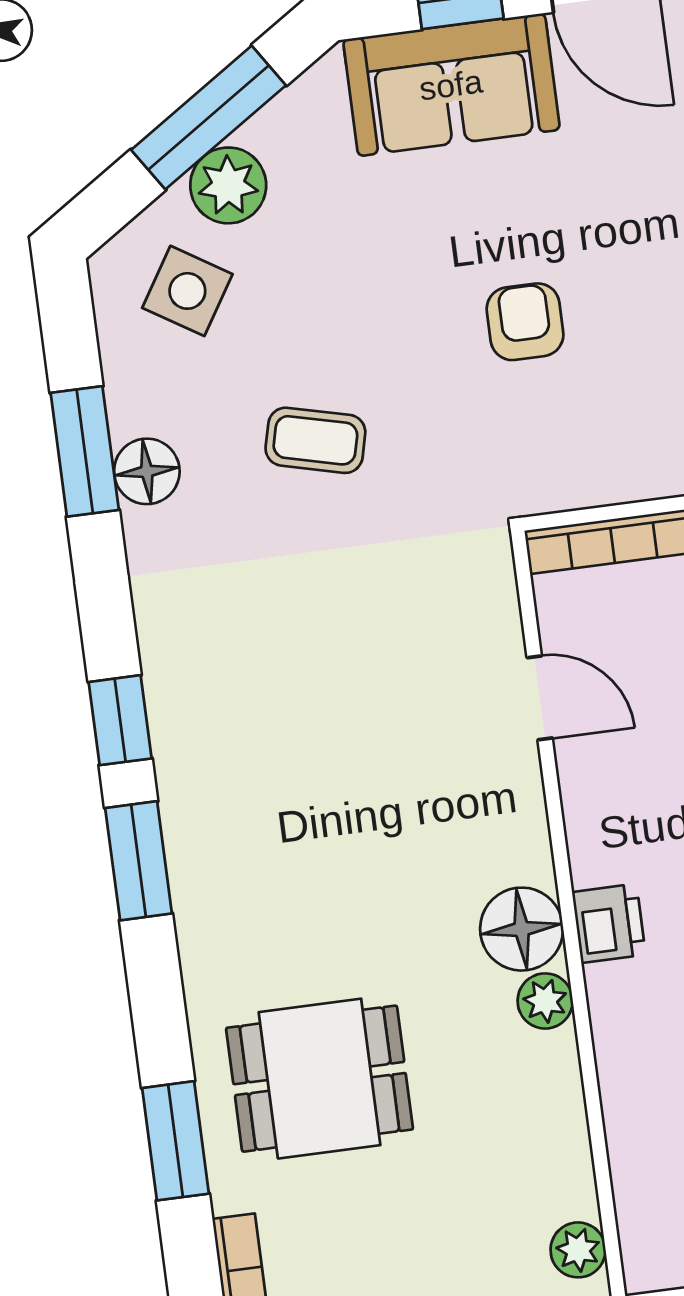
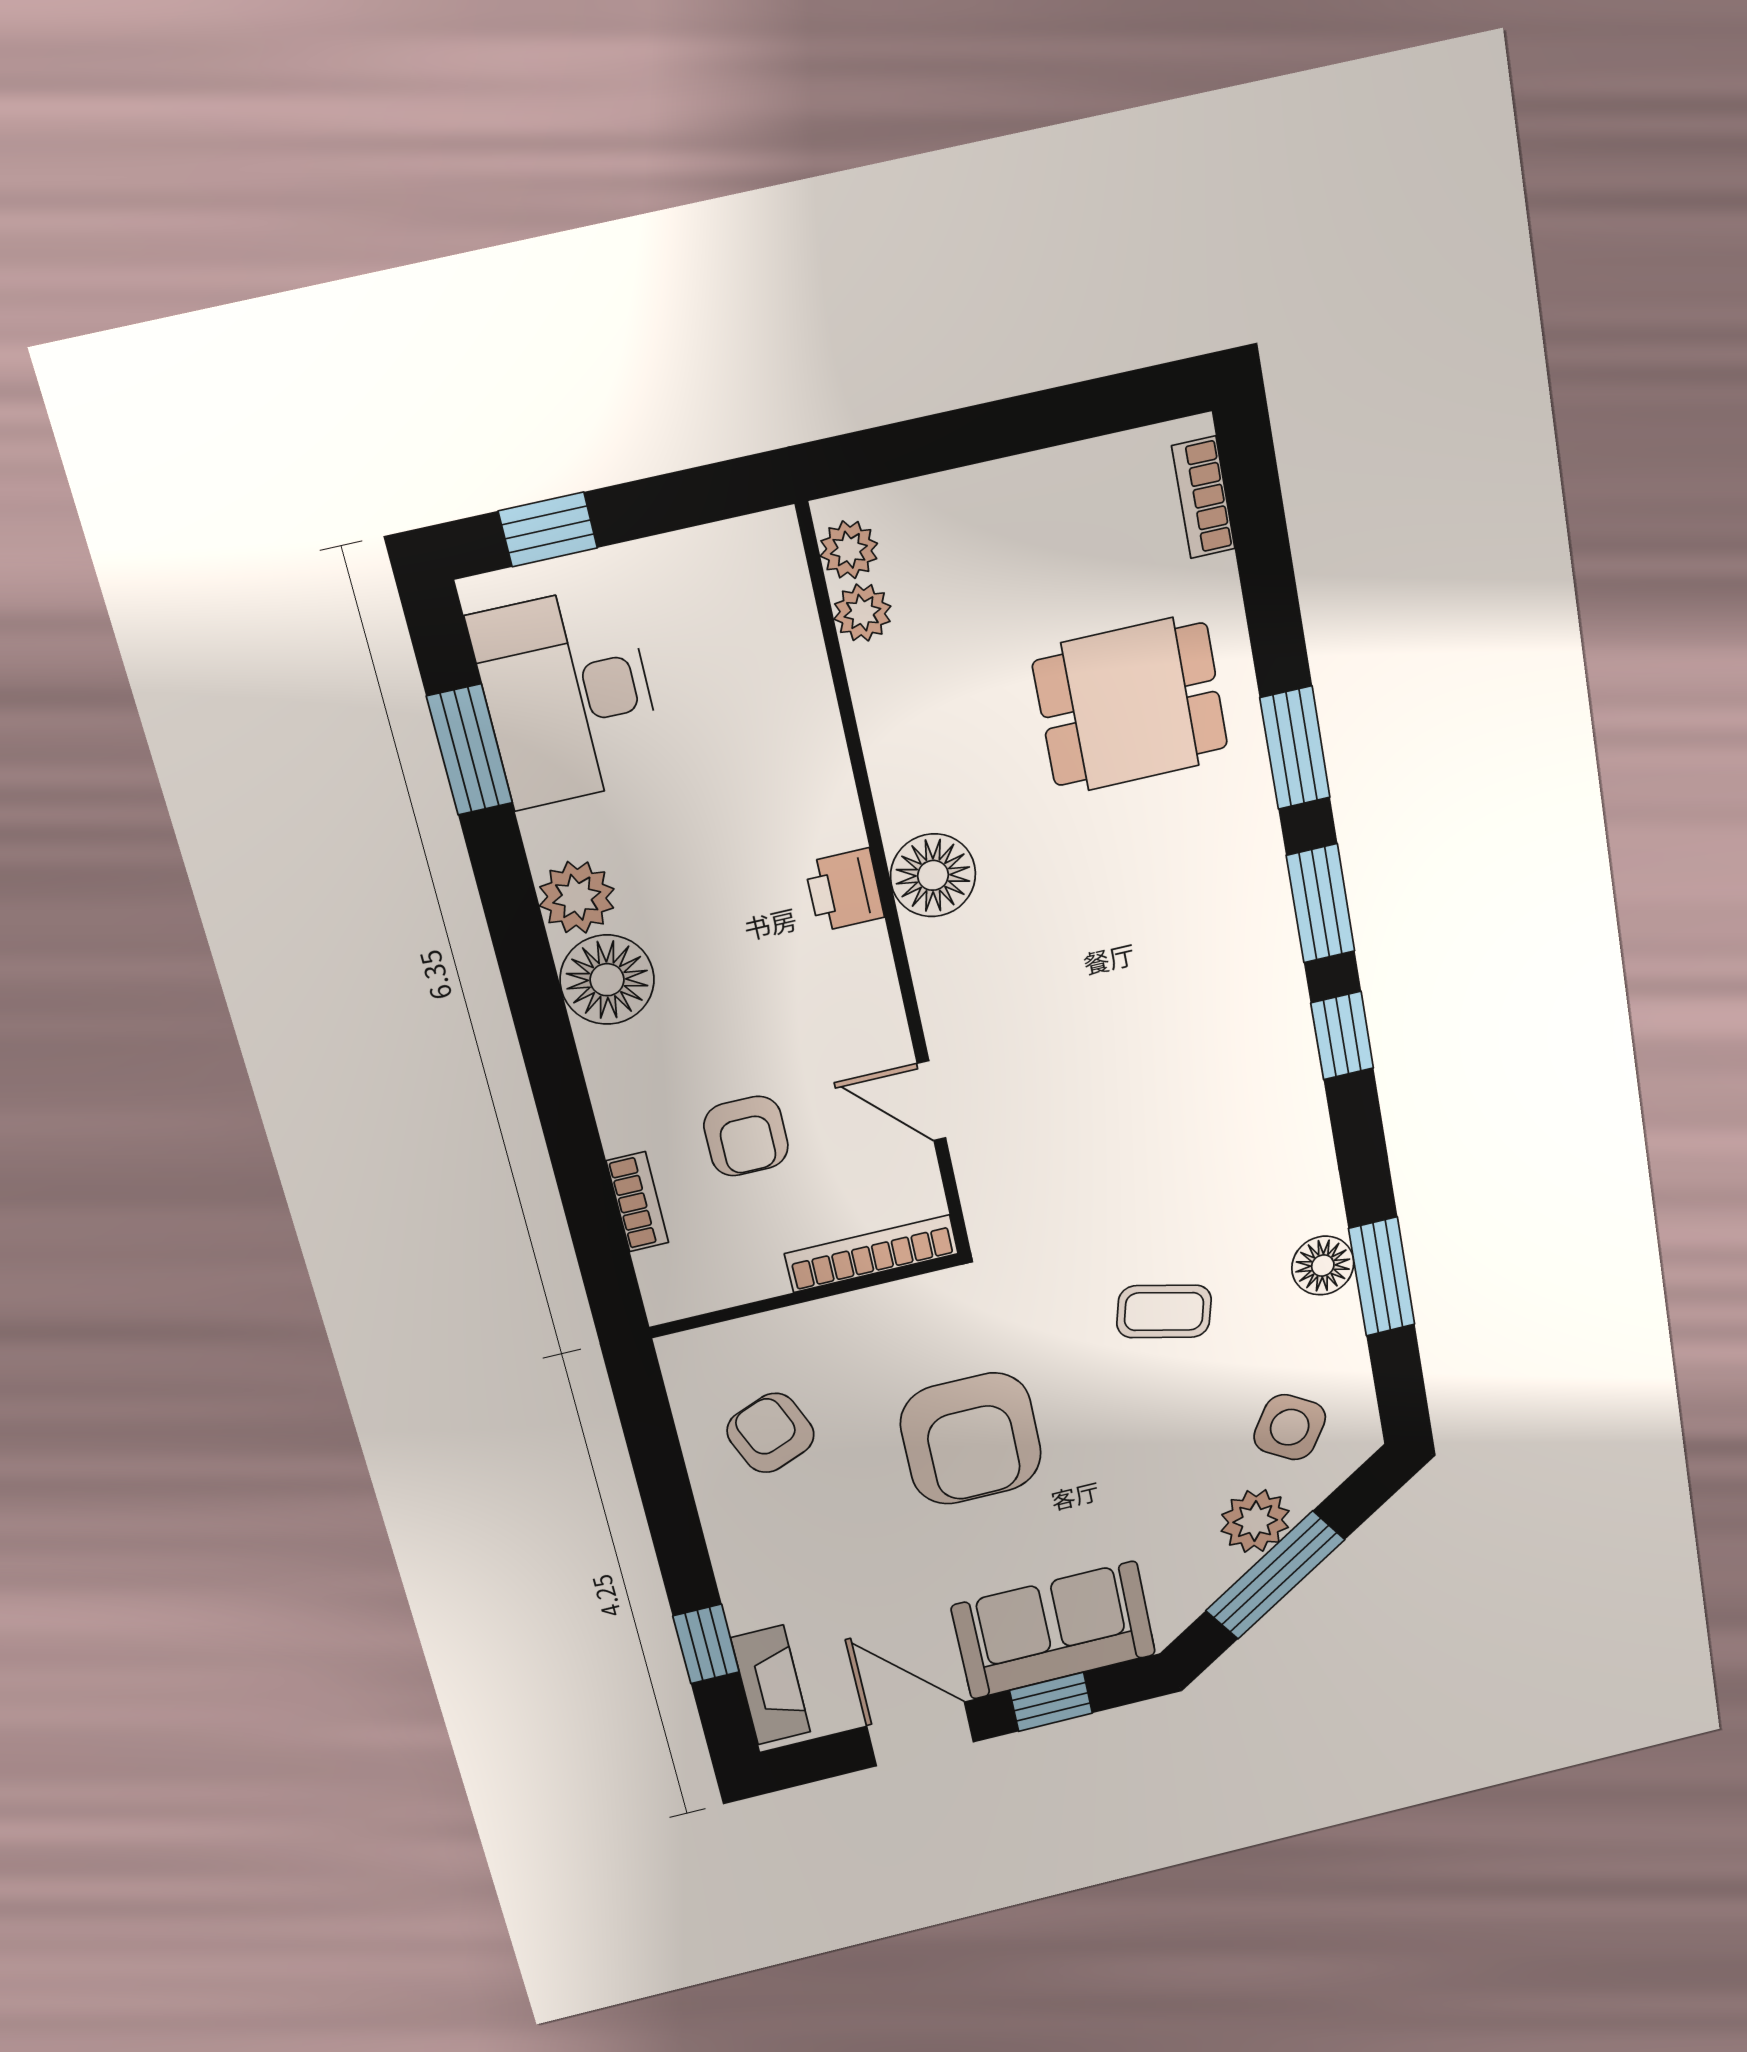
armchair: (525, 322) -> (971, 1439), width x1.88, depth x1.88
plant: (545, 1001) -> (862, 613), moved
window: (175, 1141) -> (1295, 748), moved

